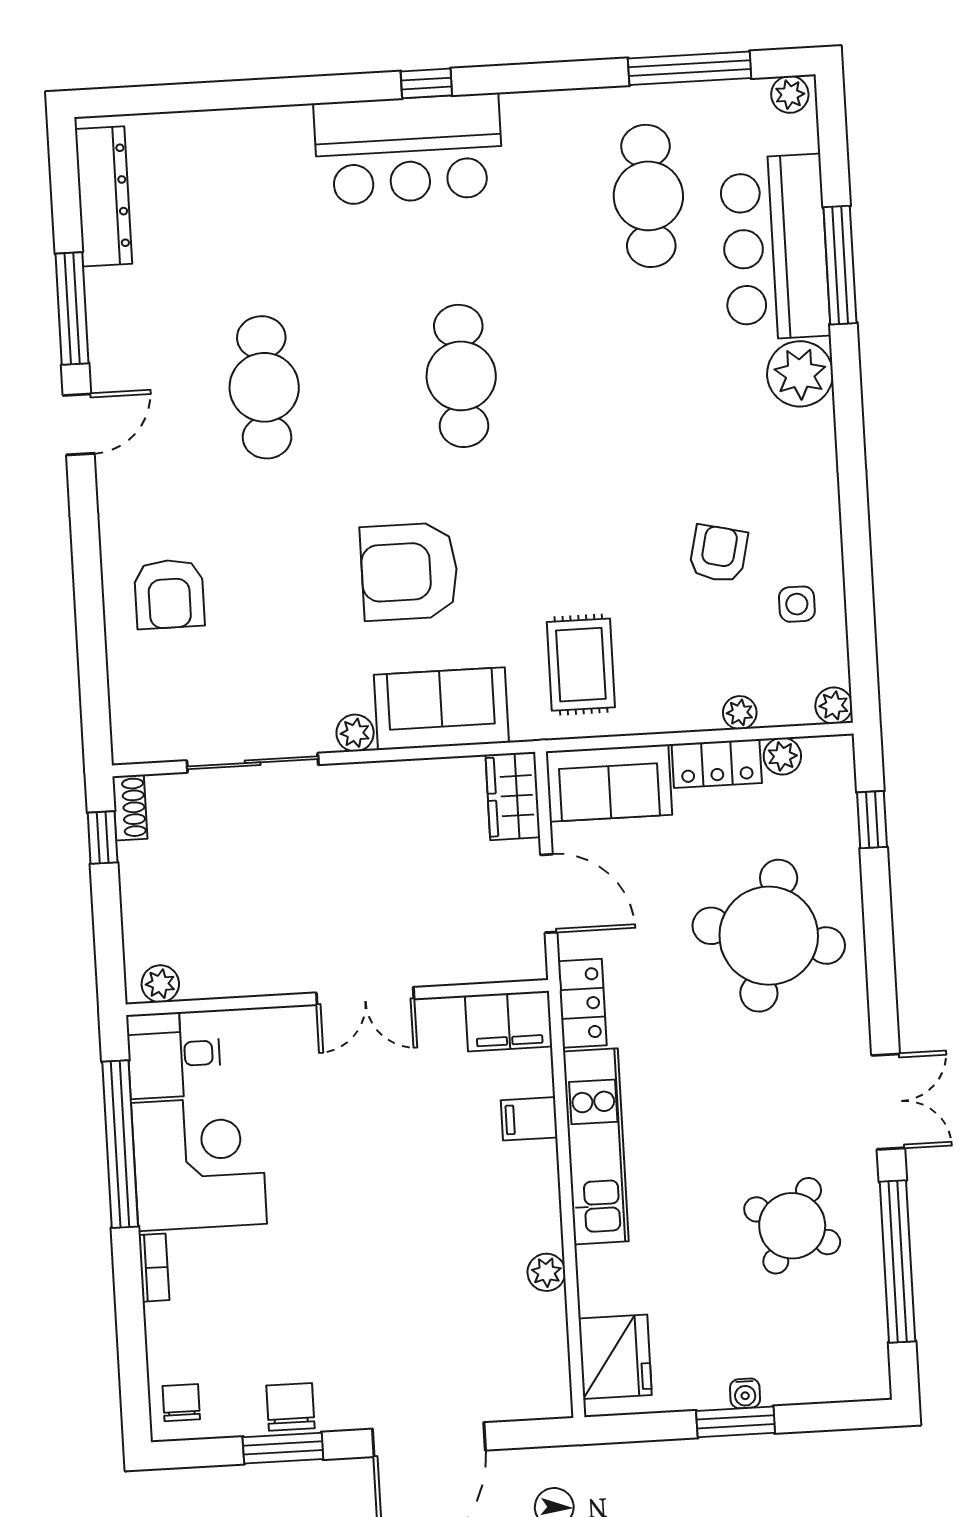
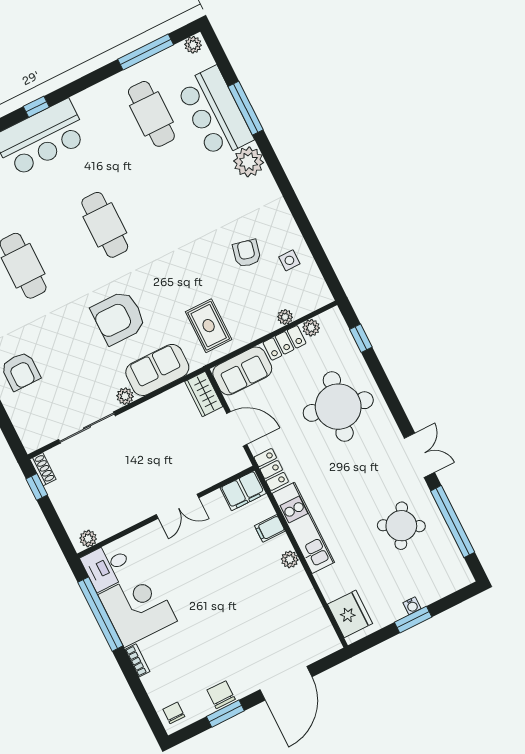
plant: (834, 706) -> (324, 297), removed
plant: (546, 1272) -> (290, 559), moved

